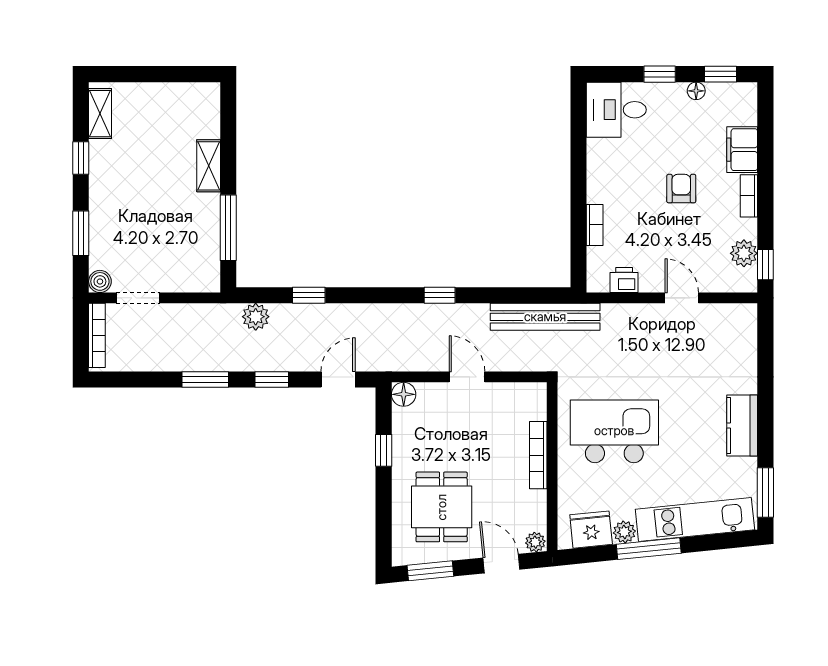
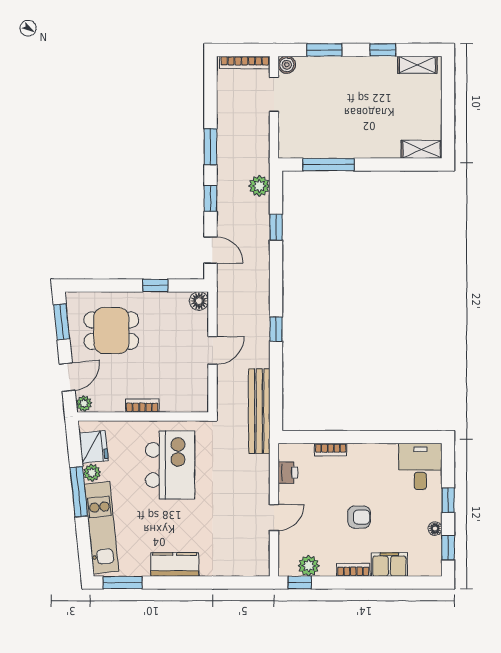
shelving: (209, 166) -> (422, 149), moved
bookcase: (538, 455) -> (142, 406), width x0.64

